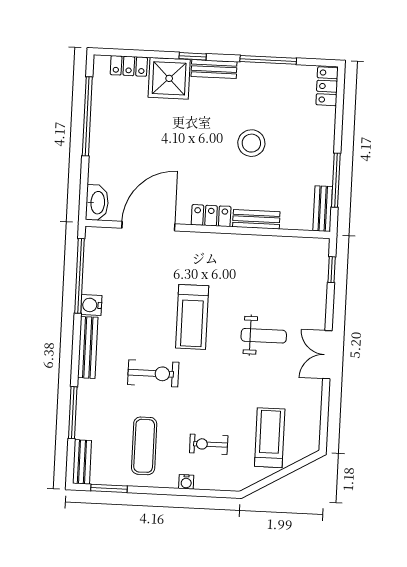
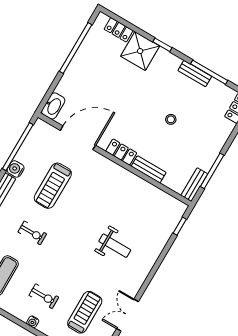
bench: (214, 69) -> (195, 74), moved
stool: (251, 143) -> (171, 119), width x0.53, depth x0.53
treadmill: (192, 317) -> (53, 186), moved
double door: (327, 355) -> (128, 315), moved
exercise bike: (153, 373) -> (32, 233), width x0.73, depth x0.72
exercise bike: (209, 444) -> (44, 296), turned 180
water cooler: (186, 482) -> (33, 322), moved

